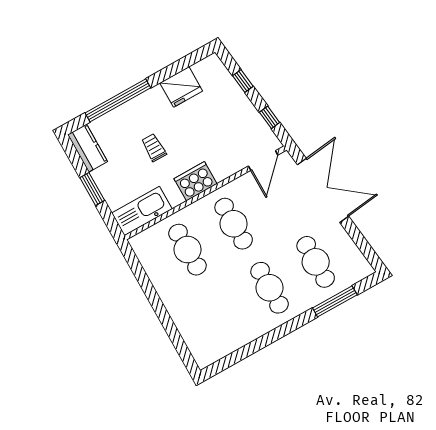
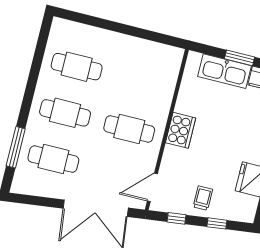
trolley: (154, 148) -> (203, 198), moved, turned -90
door: (263, 160) -> (152, 187), hinge flipped
kitchen sink: (142, 211) -> (224, 71), moved, turned 90
cafe table: (187, 250) -> (77, 67), moved

